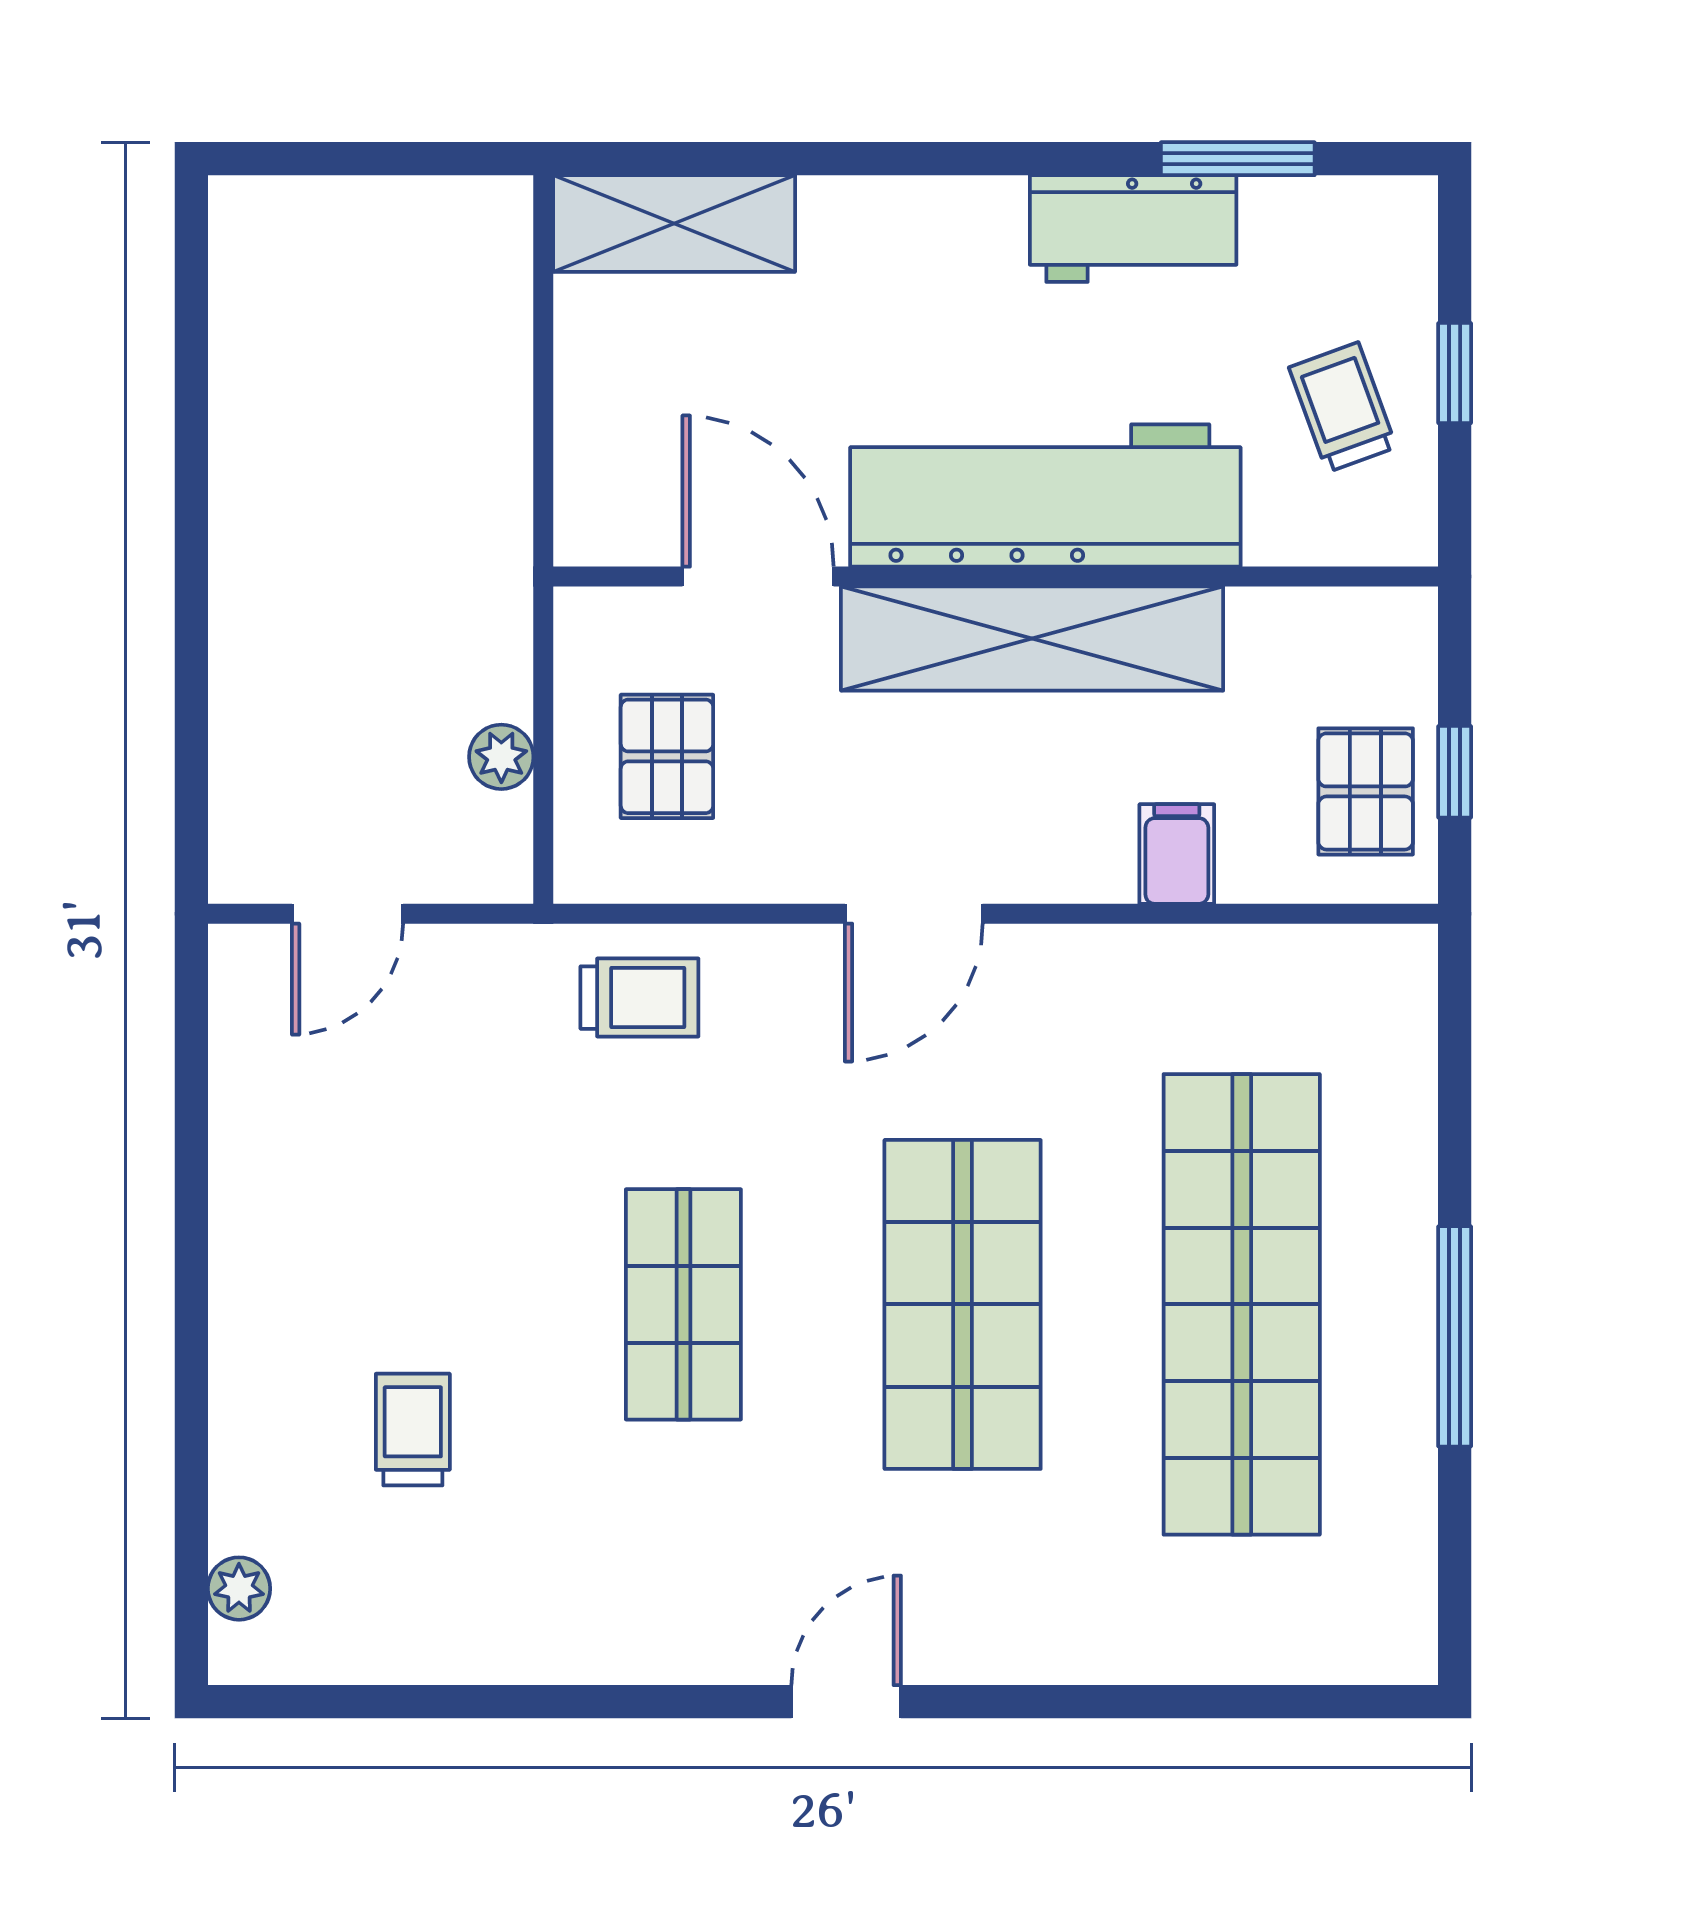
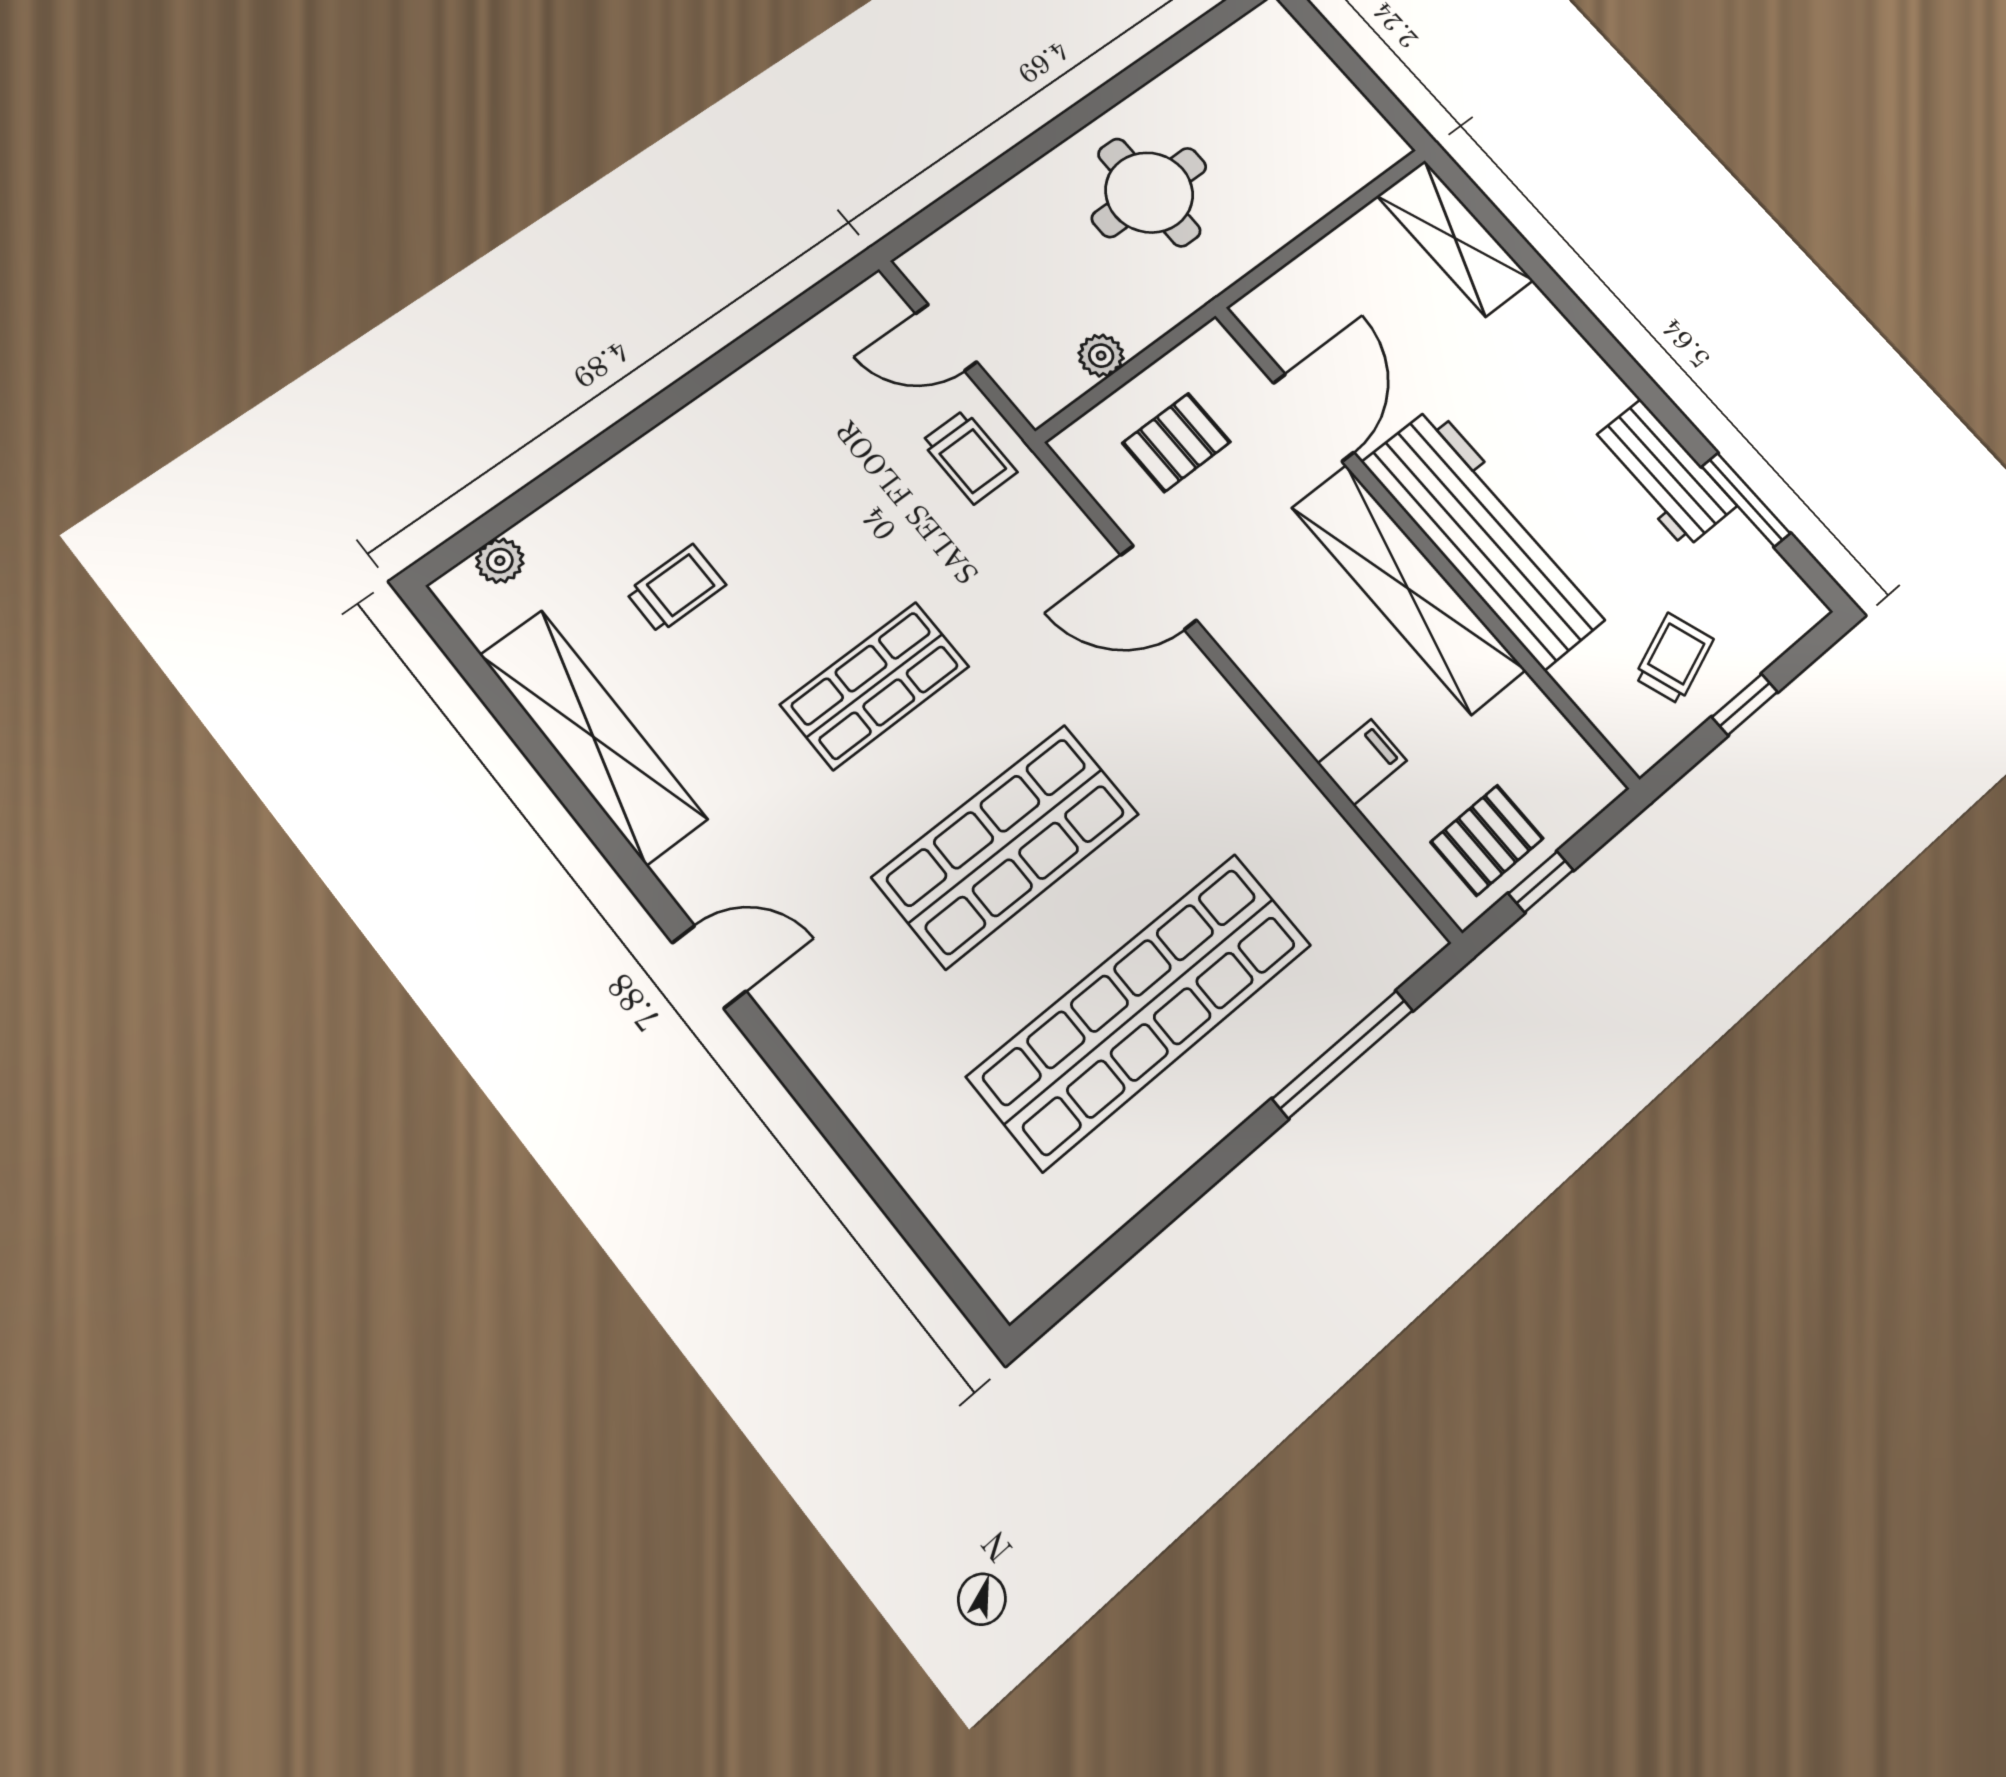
round table: (347, 538) -> (1149, 192), added
door: (914, 914) -> (1159, 588), moved
trolley: (639, 998) -> (969, 457), moved
window: (1455, 1336) -> (1343, 1054), moved
shelving: (510, 1636) -> (593, 737), added

